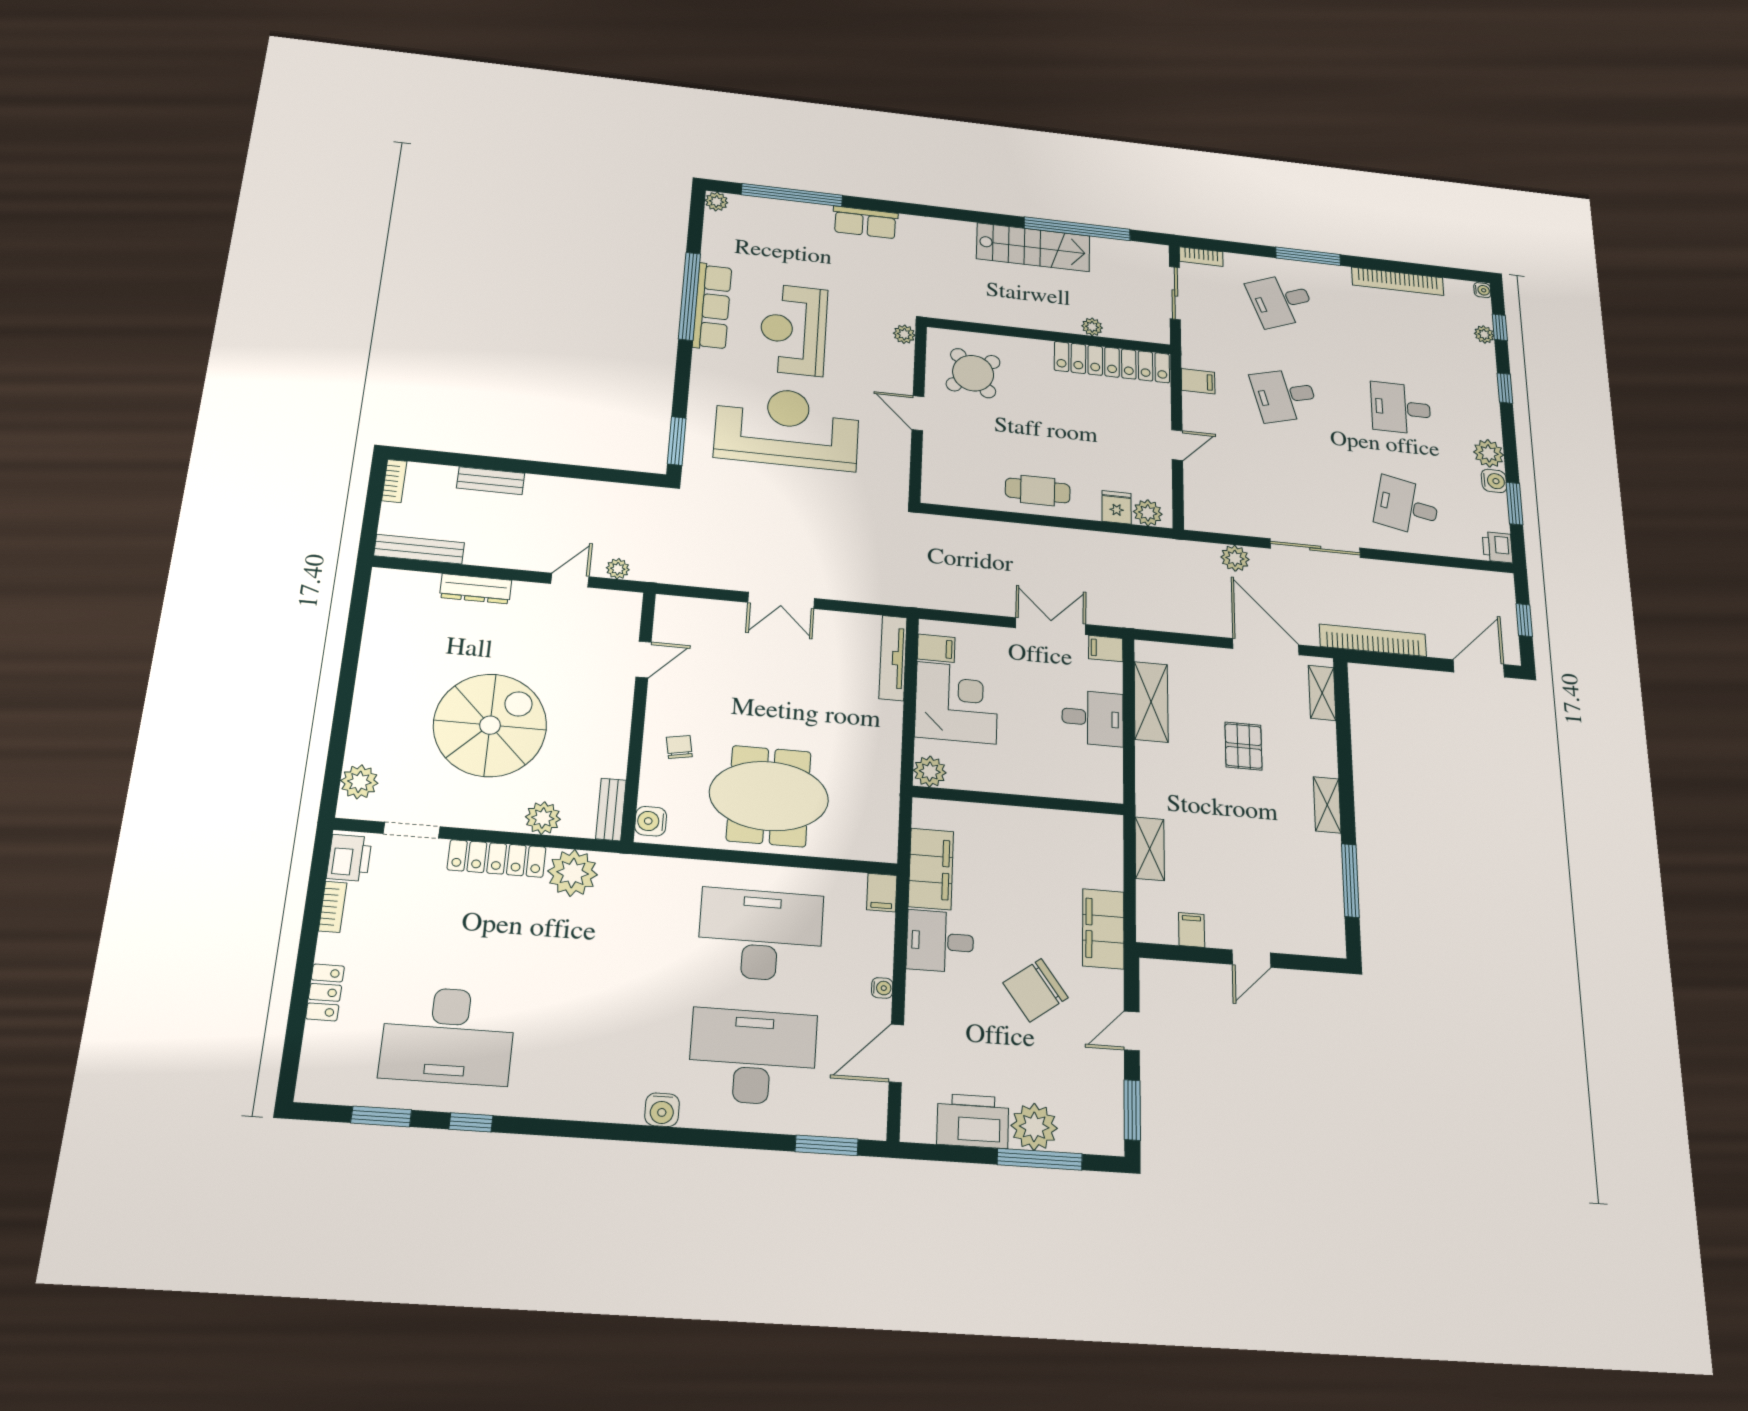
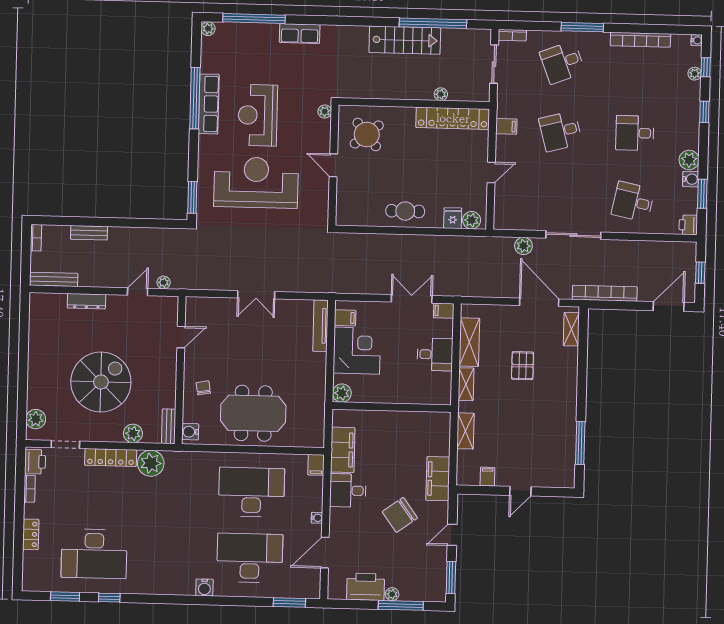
shelving: (1327, 805) -> (466, 384), moved
plant: (1034, 1127) -> (392, 594), width x0.53, depth x0.53

